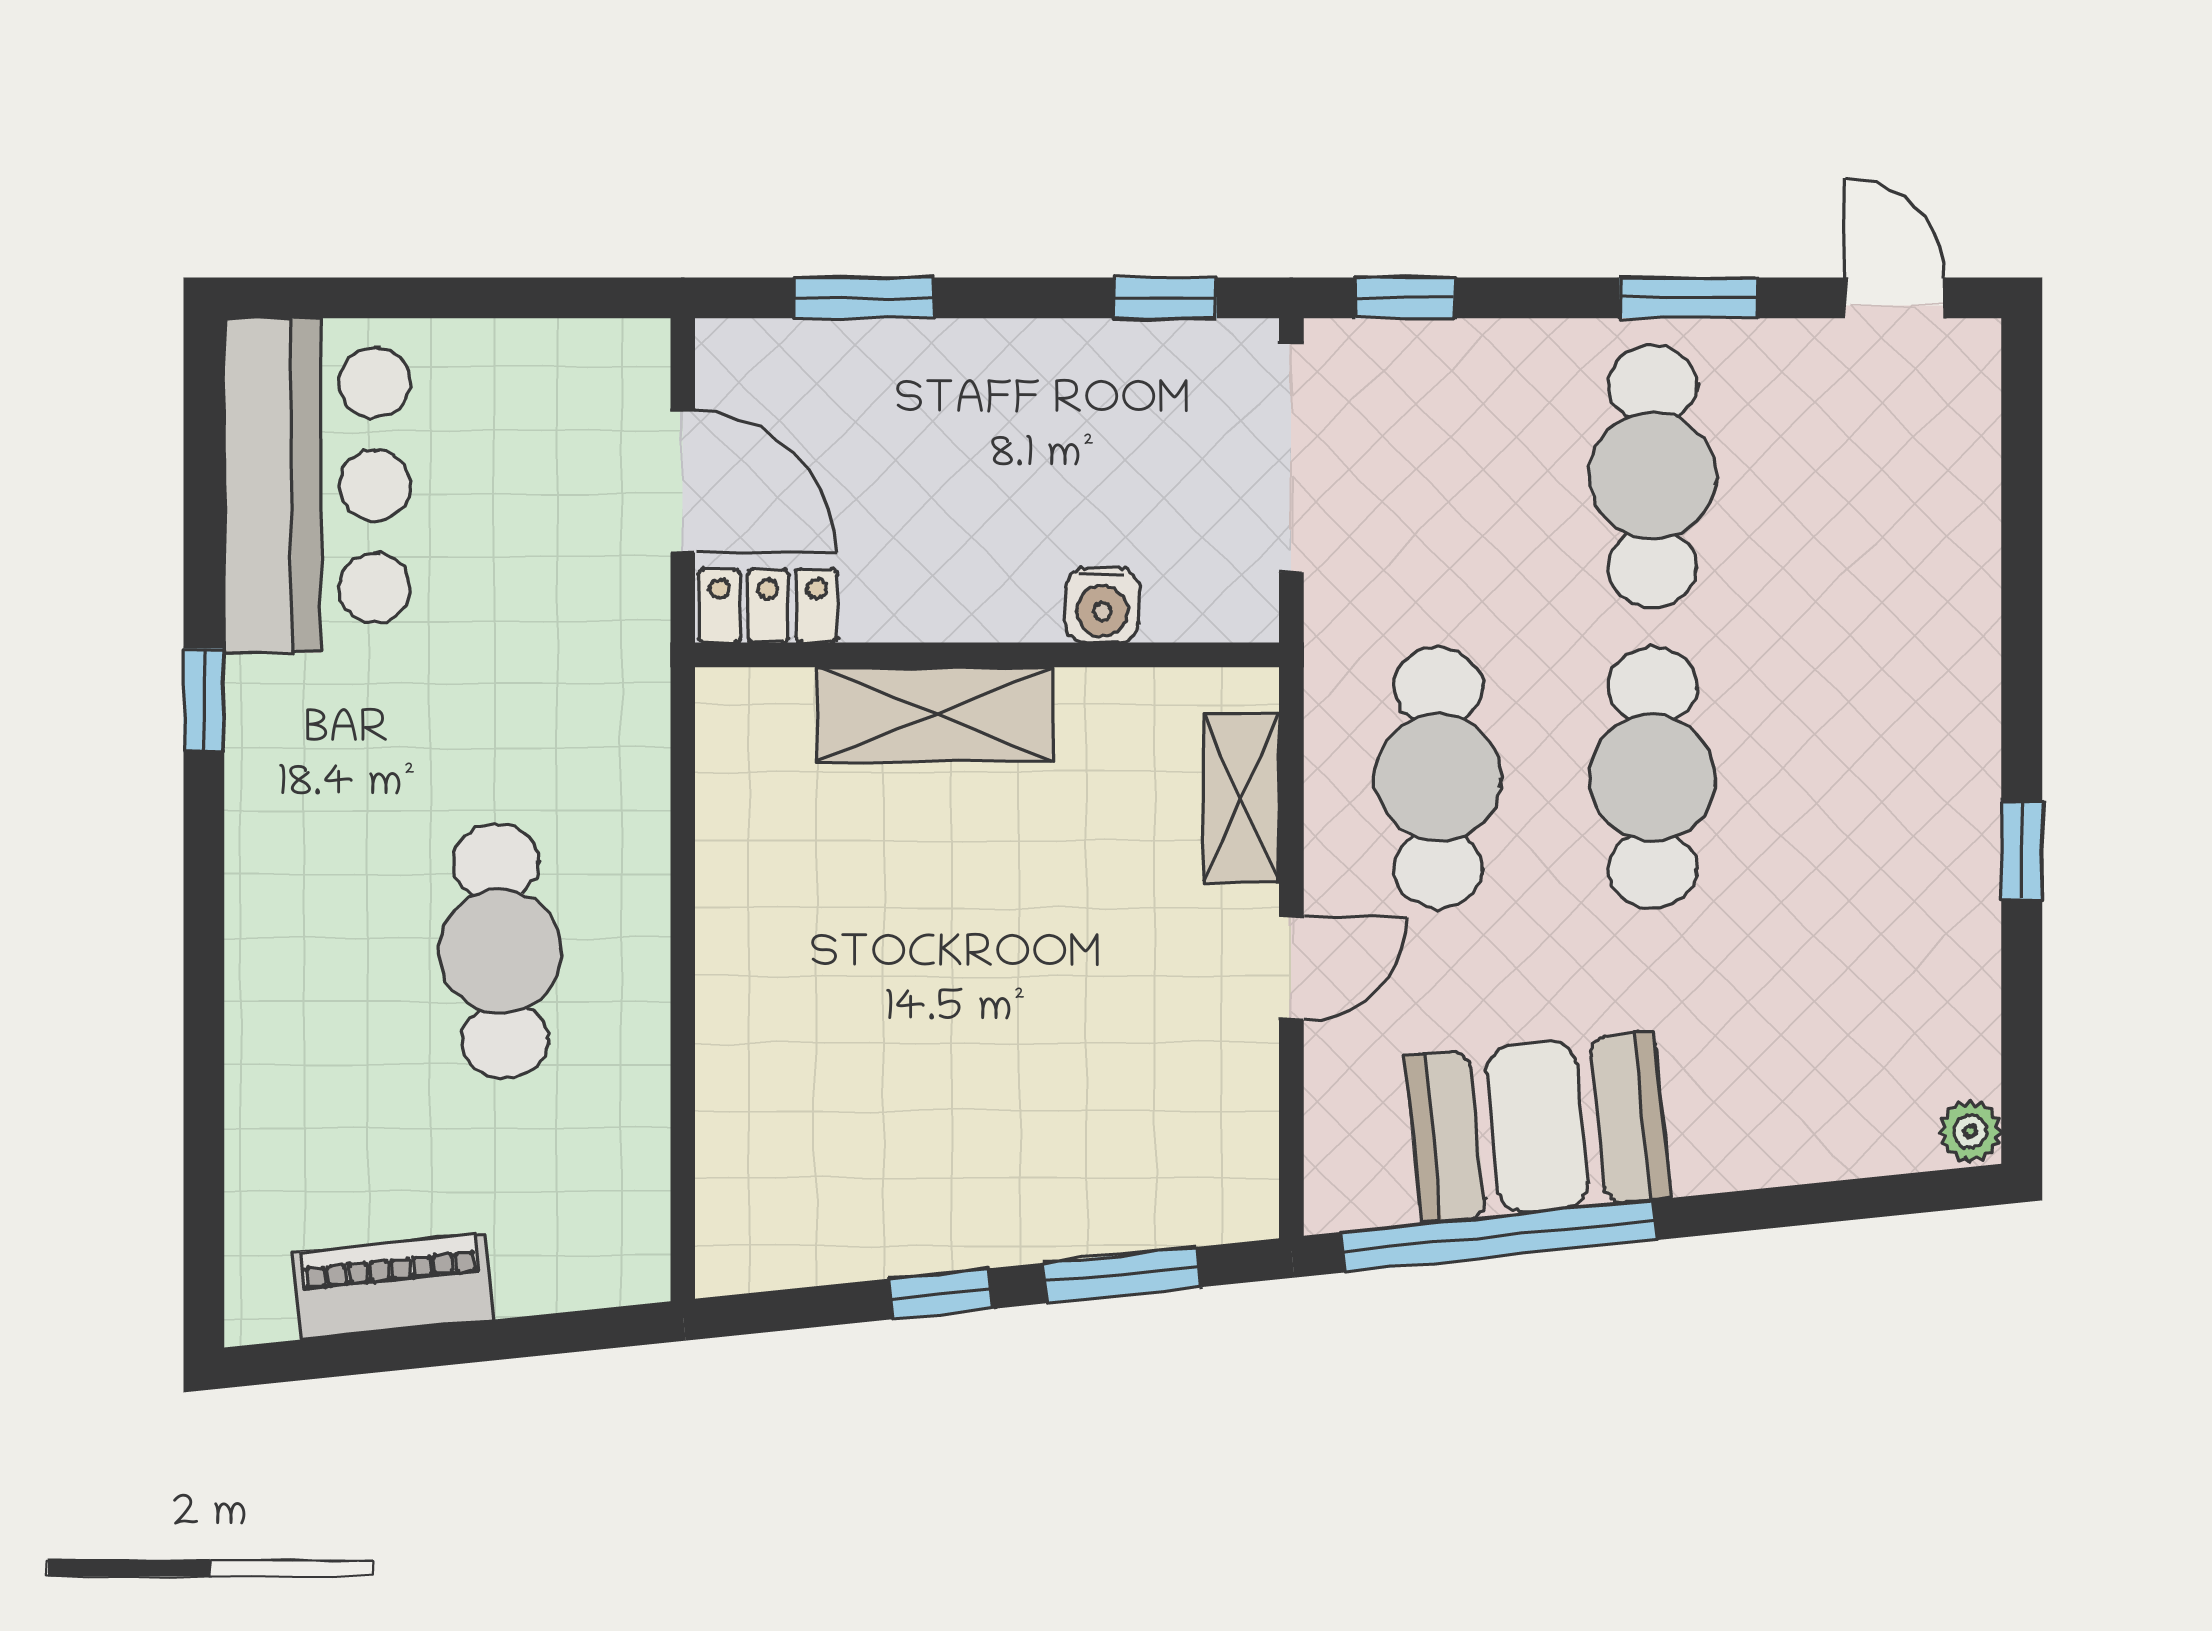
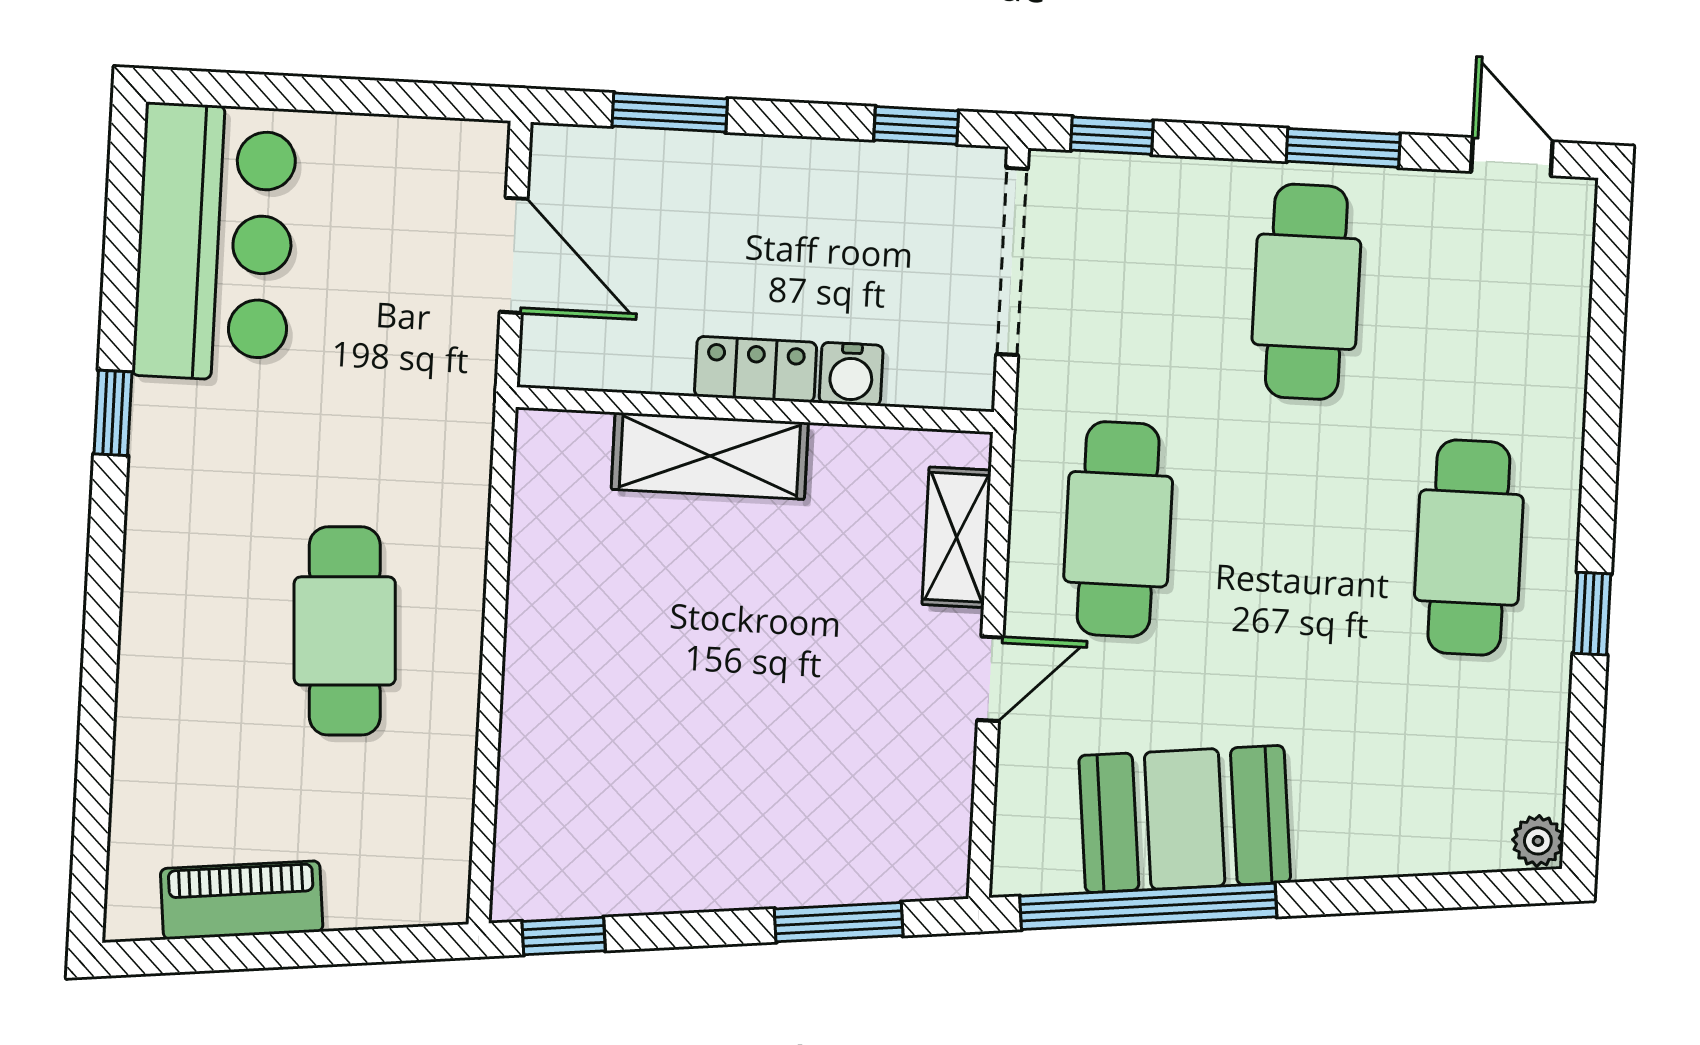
locker: (768, 606) -> (756, 369), moved
cafe table: (1652, 778) -> (1469, 548), moved
window: (941, 1294) -> (564, 936), moved

